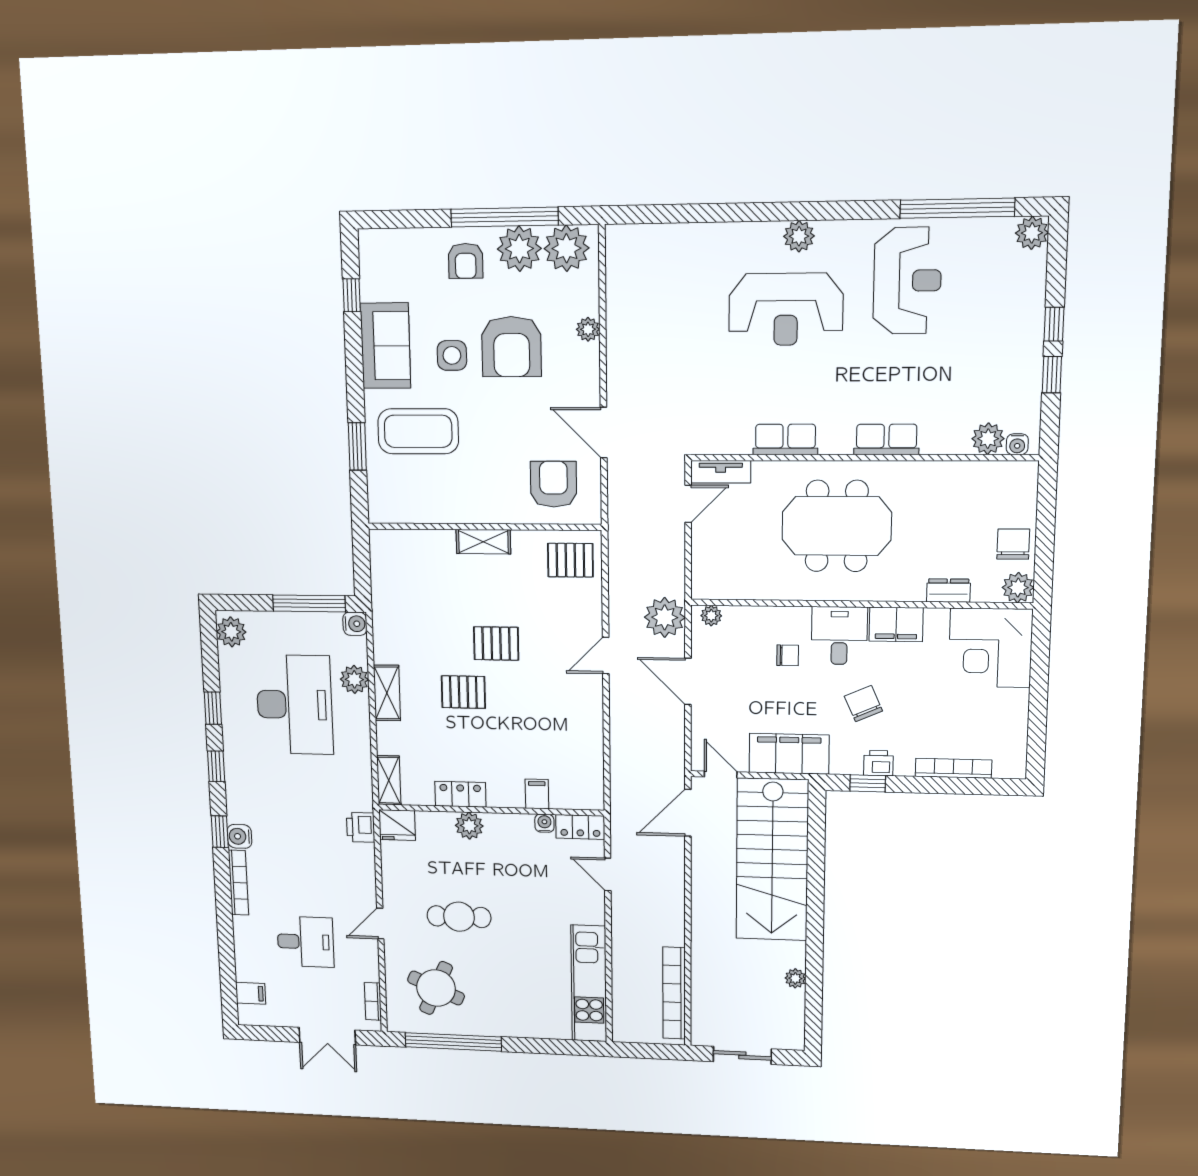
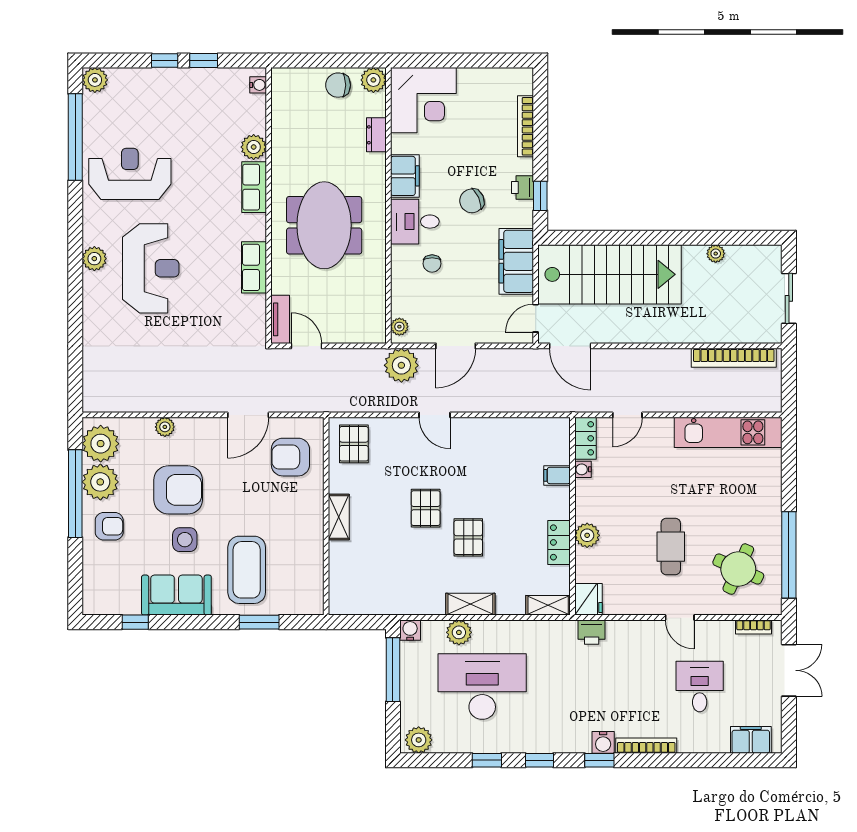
plant: (988, 439) -> (254, 147), moved
chair: (788, 655) -> (432, 264), turned 180
filing cabinet: (251, 993) -> (751, 740), width x2.00

